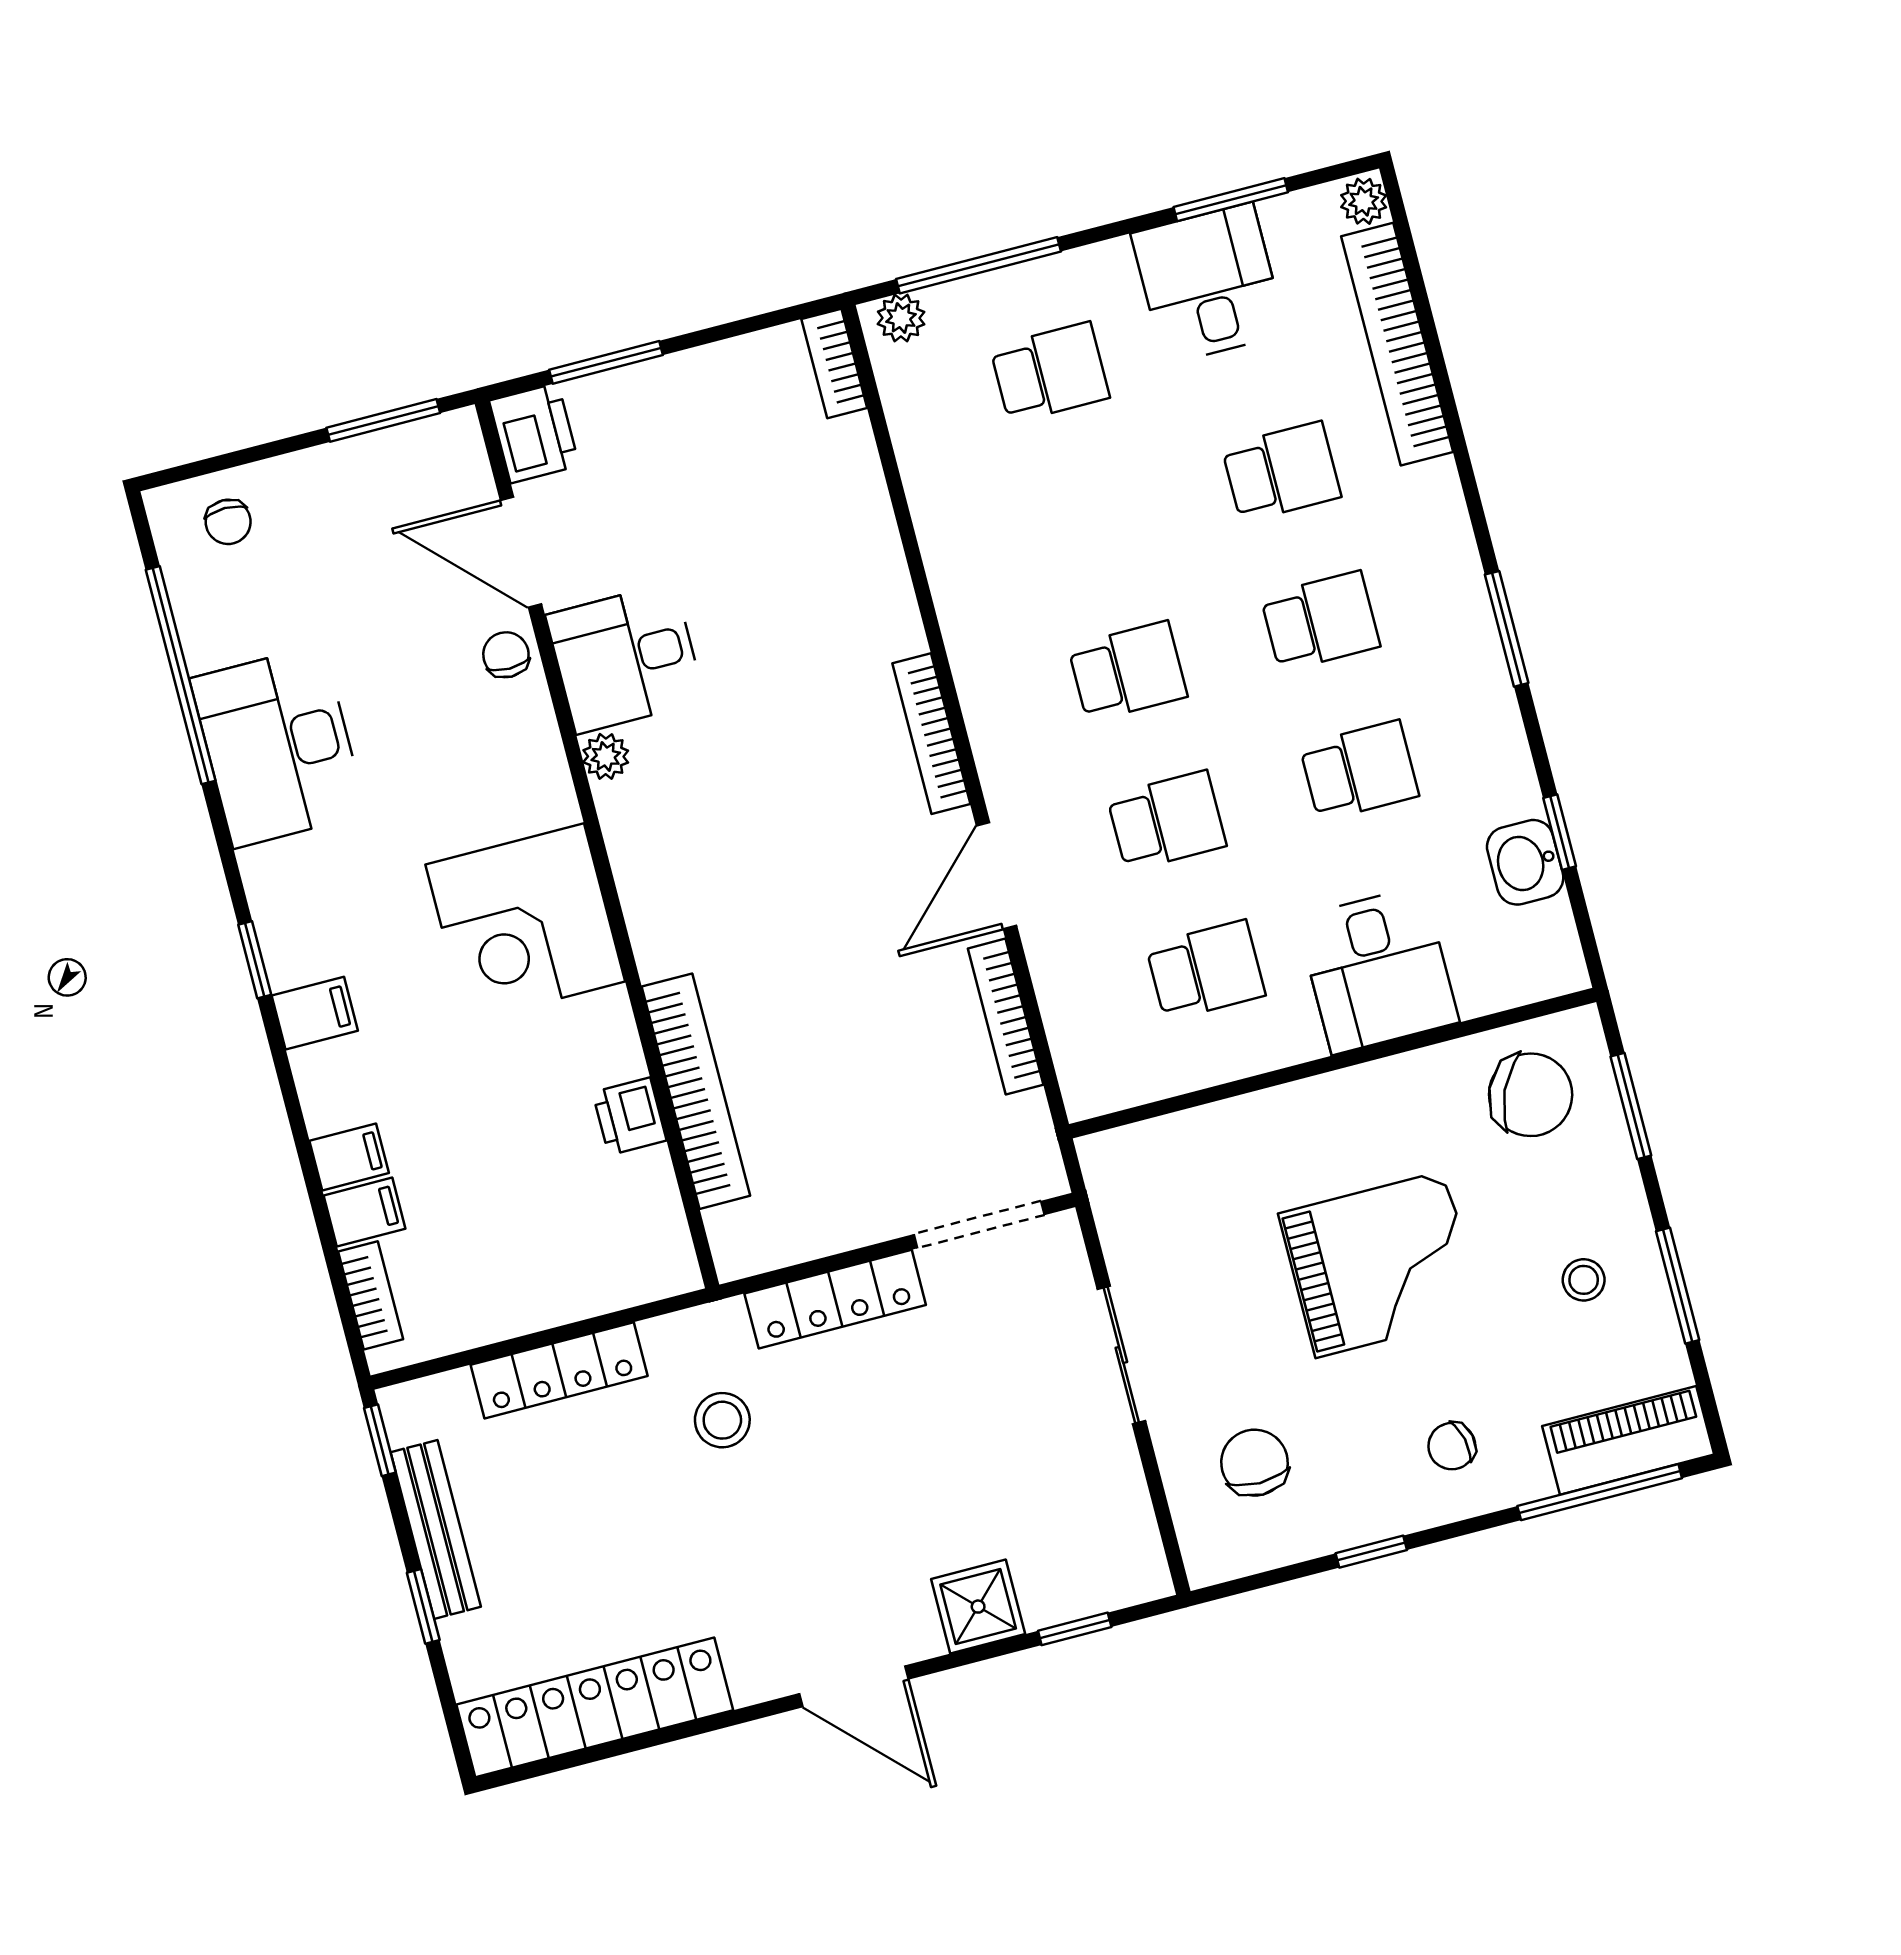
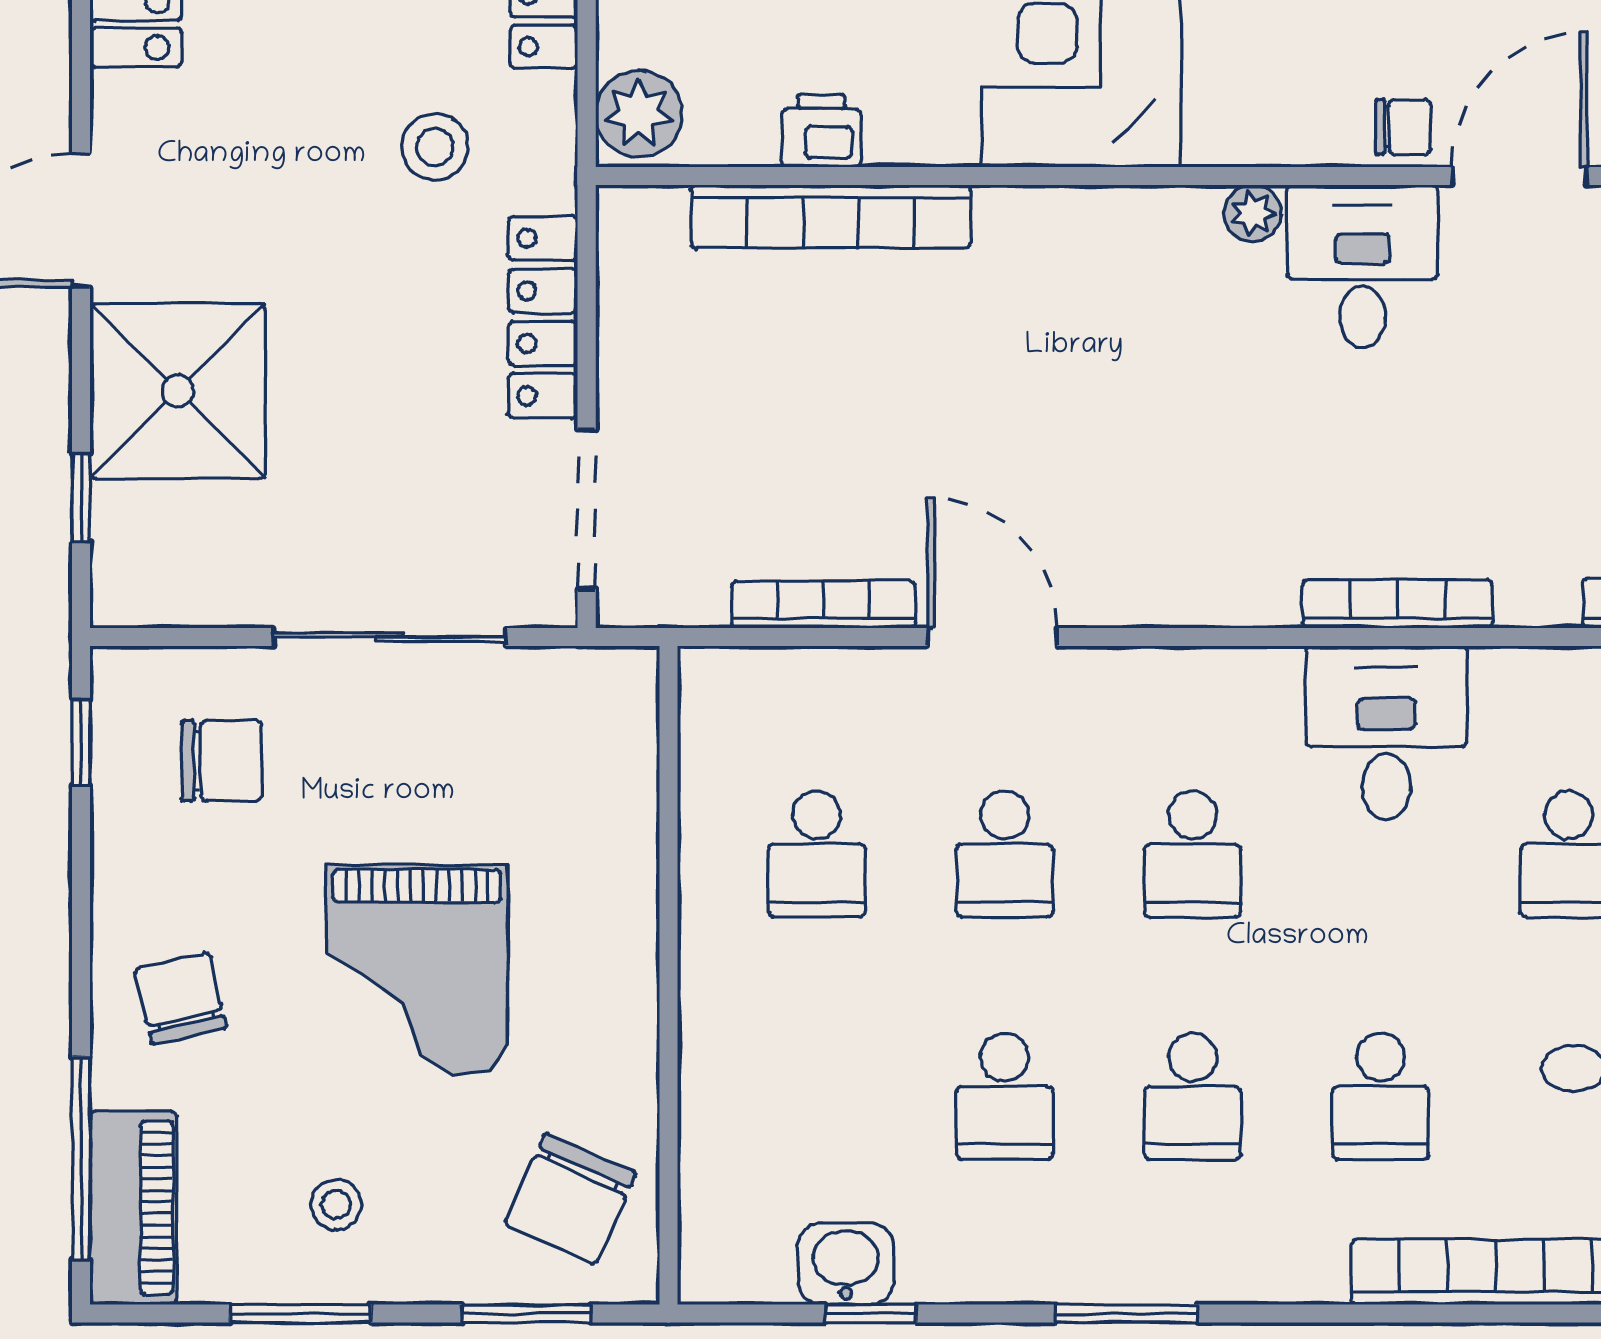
bookcase: (931, 734) -> (1398, 604), moved
desk: (1378, 970) -> (1386, 733), moved, turned 90
plant: (654, 1265) -> (639, 114), added
sliding door: (1121, 1355) -> (389, 637), width x1.37
chair: (1452, 1446) -> (181, 998), width x1.37, depth x1.37
window: (1371, 1552) -> (81, 742), moved
shower: (978, 1607) -> (178, 391), width x1.86, depth x1.86

